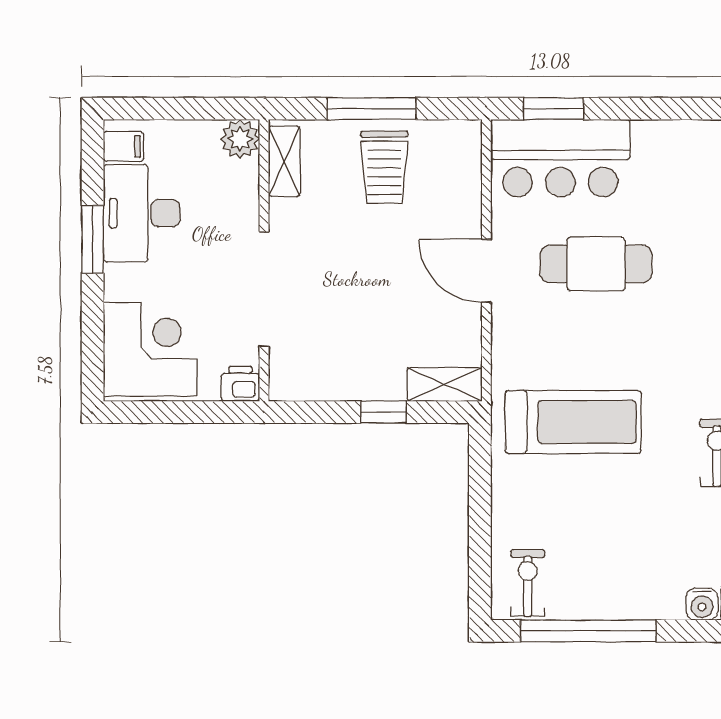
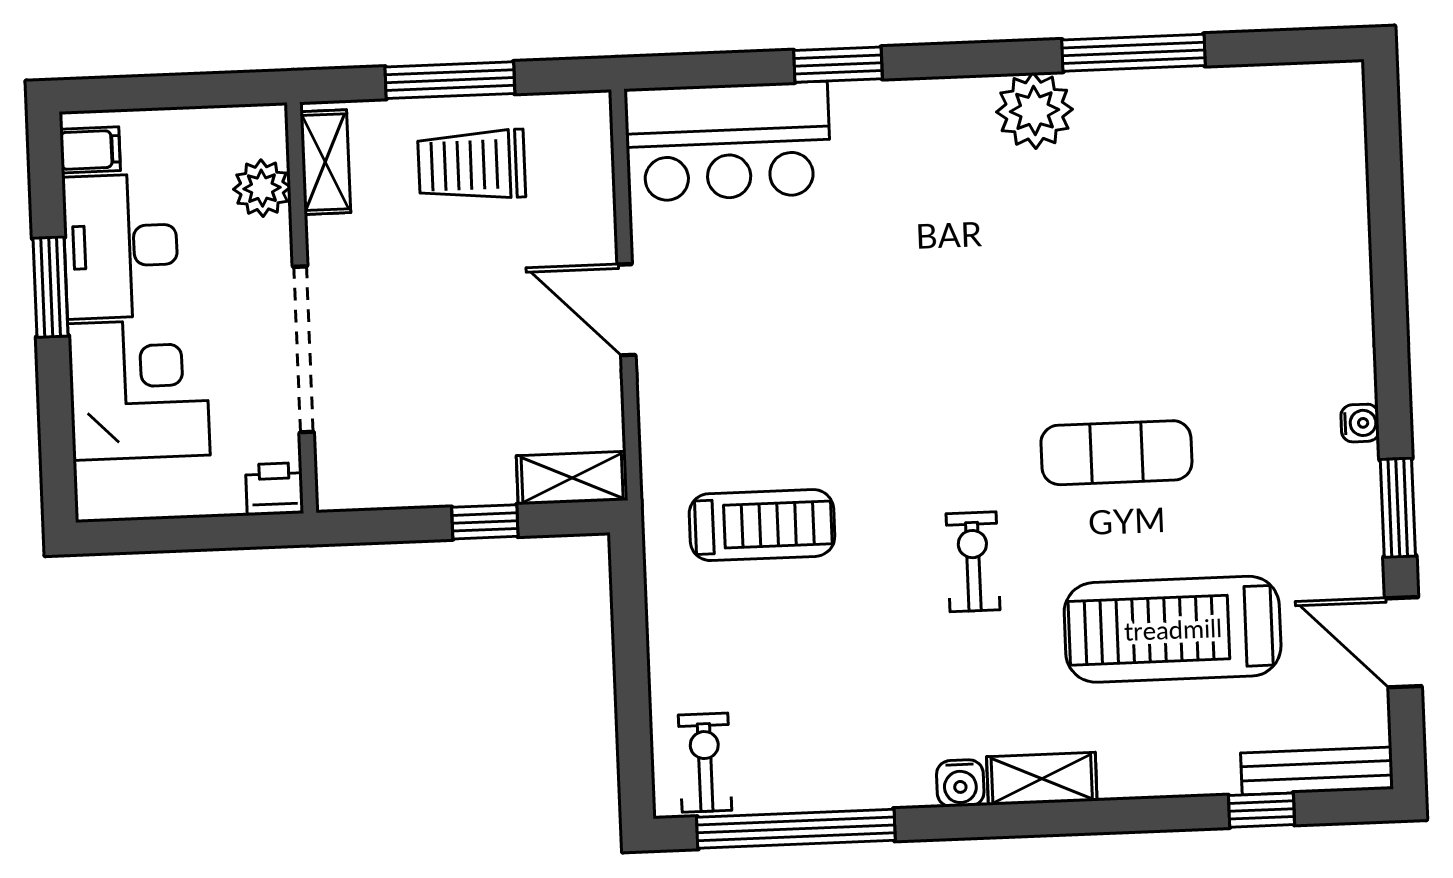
window: (554, 109) -> (838, 65), moved
plant: (240, 139) -> (262, 188), moved
trolley: (384, 167) -> (472, 165), turned 90
cafe table: (596, 264) -> (786, 293), removed
corner desk: (150, 349) -> (139, 389), moved
treadmill: (573, 422) -> (762, 525), width x0.73, depth x0.73

